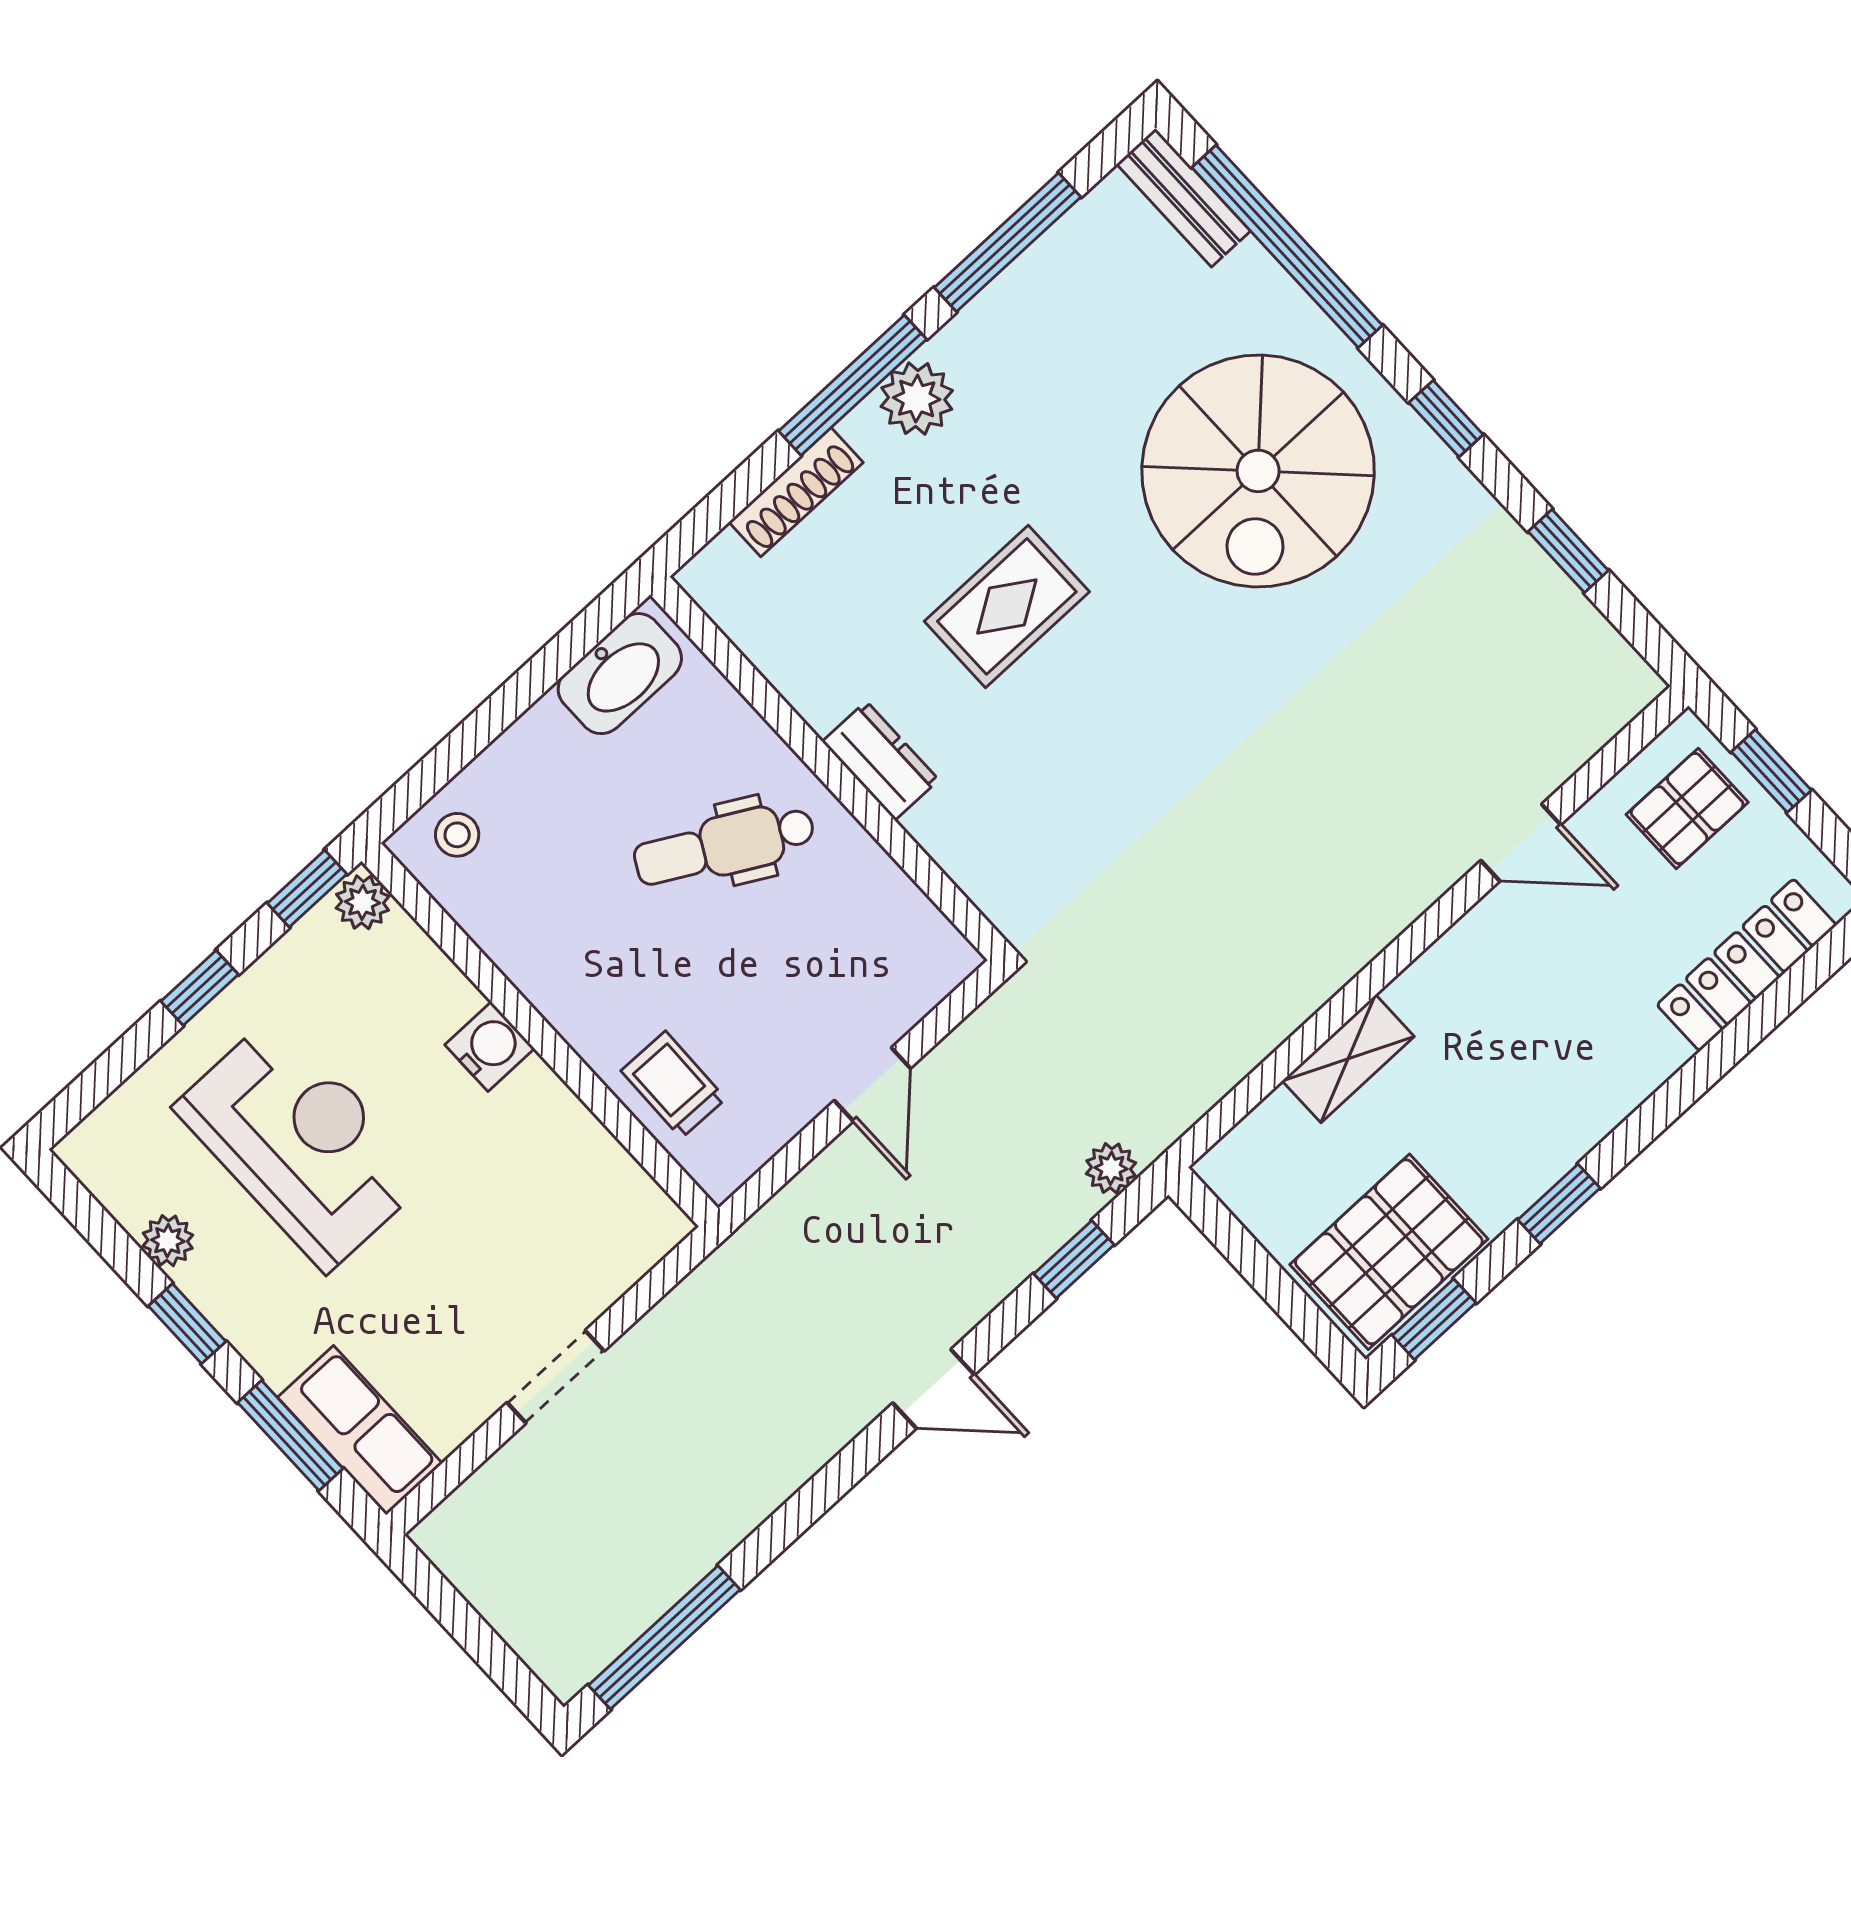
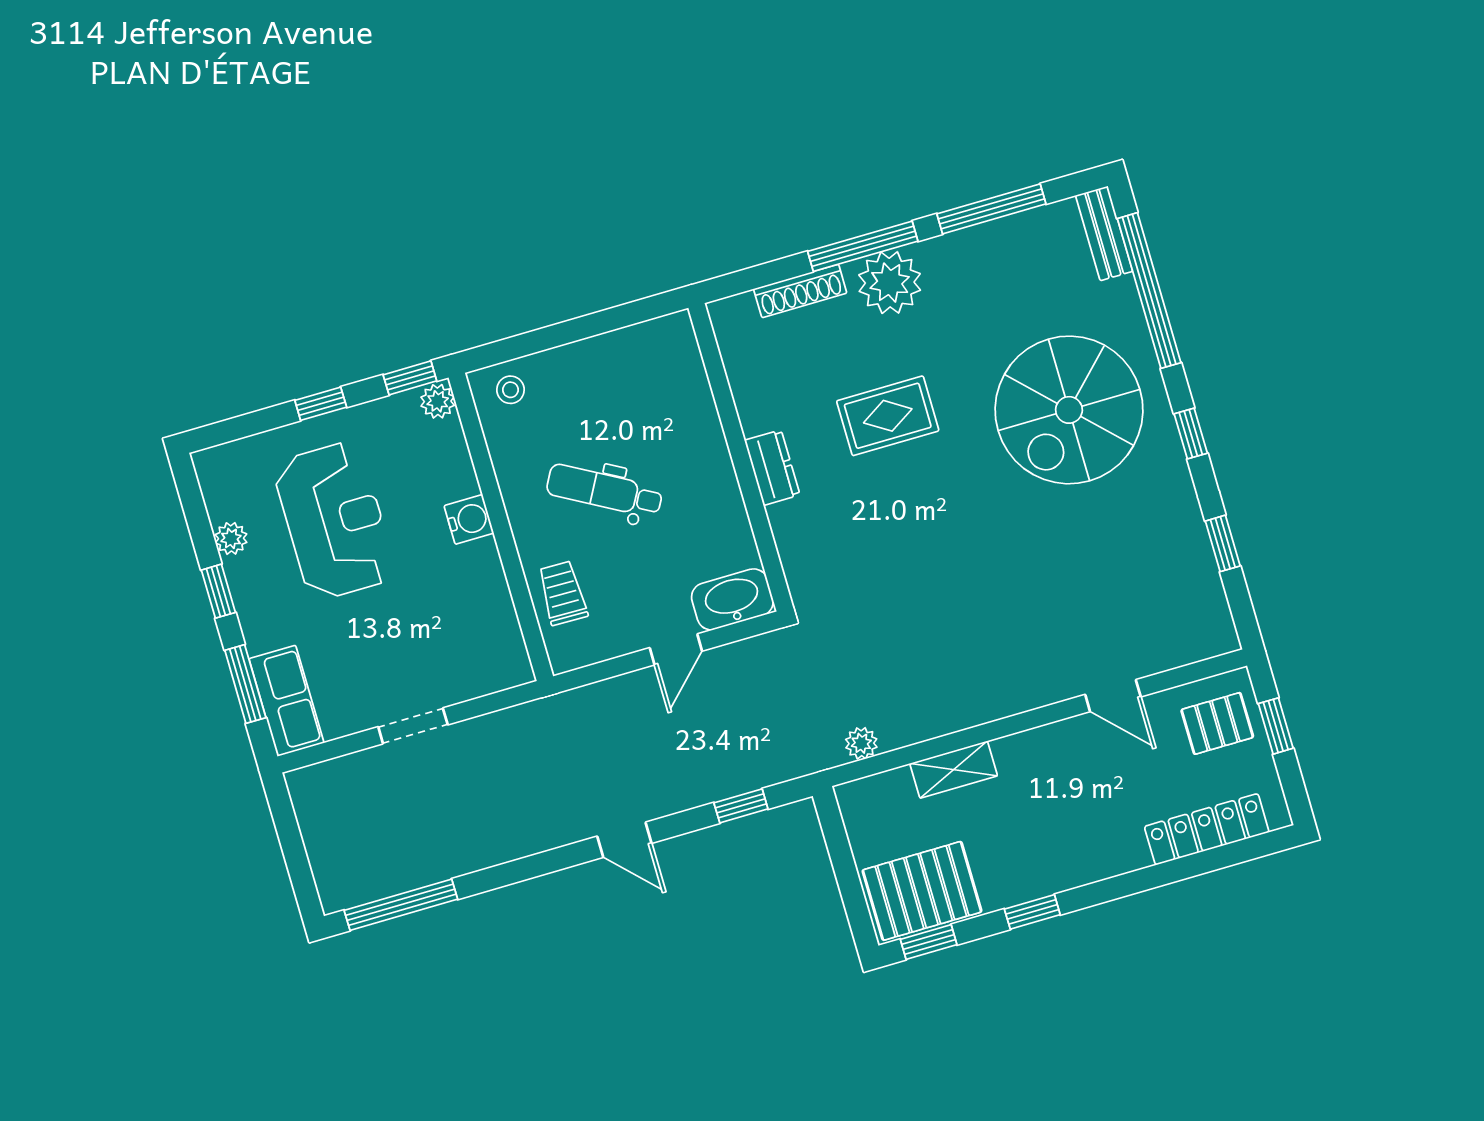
plant: (917, 399) -> (890, 283), width x1.36, depth x1.36
washbasin: (620, 674) -> (732, 599), moved, turned 180
dental chair: (724, 845) -> (604, 491), moved
plant: (1111, 1168) -> (861, 743), moved

